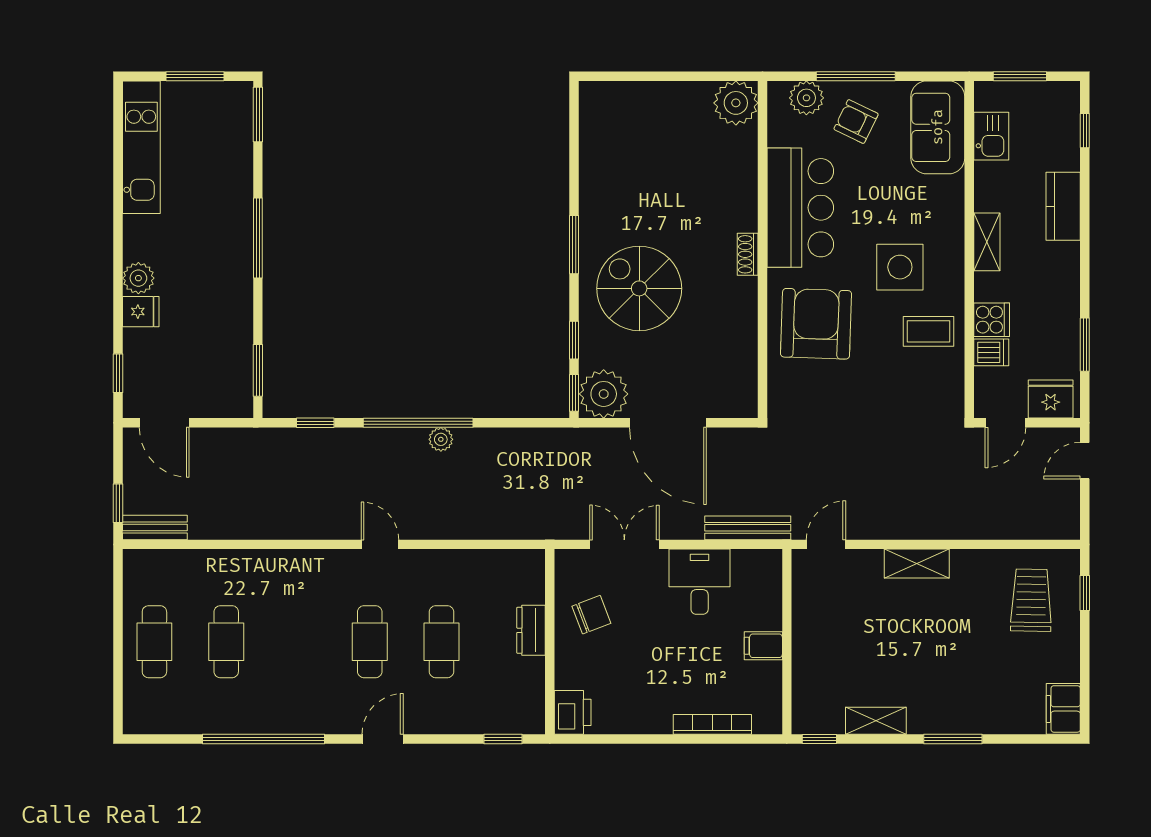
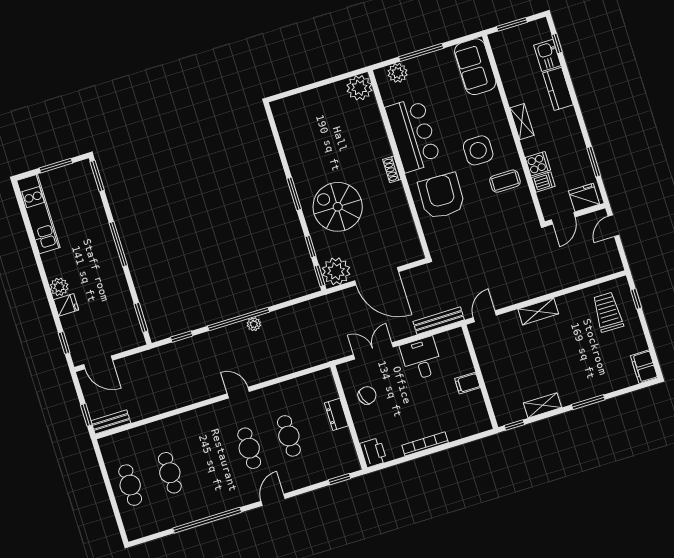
armchair: (856, 121) -> (429, 77), removed
kitchen sink: (991, 136) -> (547, 55), moved, turned 180
bookcase: (712, 724) -> (425, 444), moved

